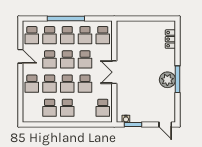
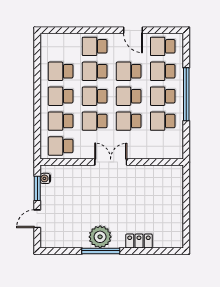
school desk: (103, 35) -> (61, 121), moved
locker: (170, 39) -> (139, 241), moved
door: (20, 56) -> (133, 30), hinge flipped
door: (165, 125) -> (37, 219), moved

